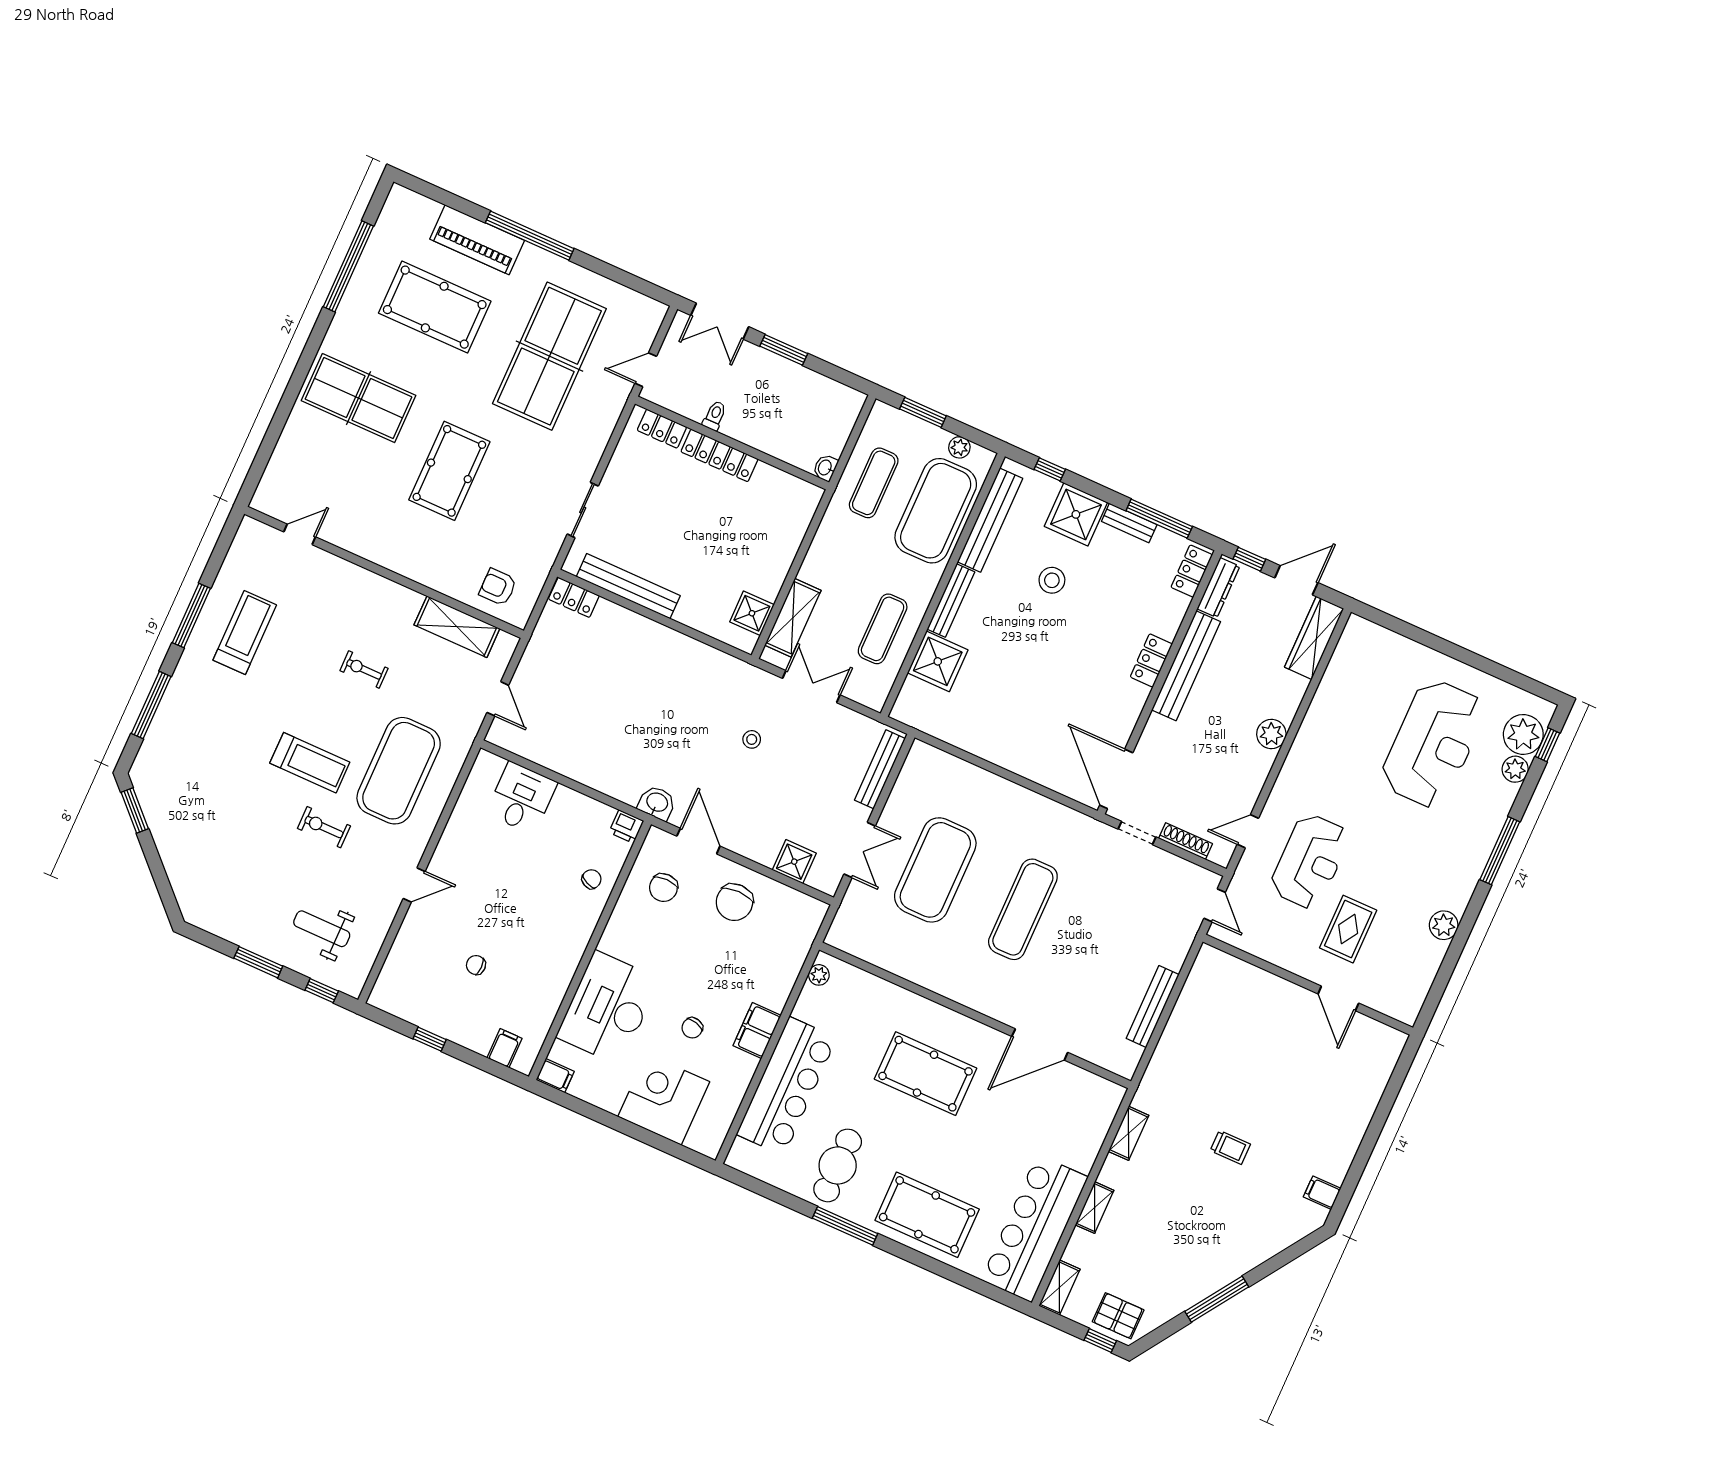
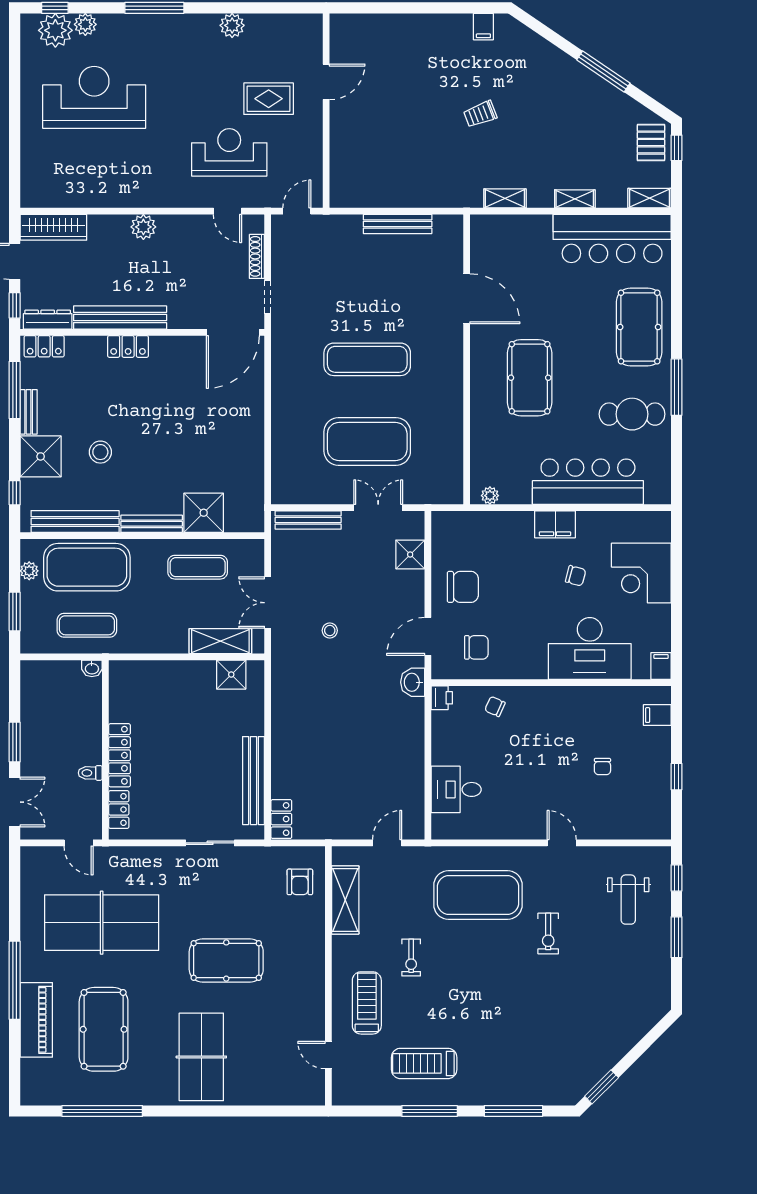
treadmill: (310, 763) -> (367, 1003), moved
trolley: (1230, 1147) -> (480, 114), turned -111

